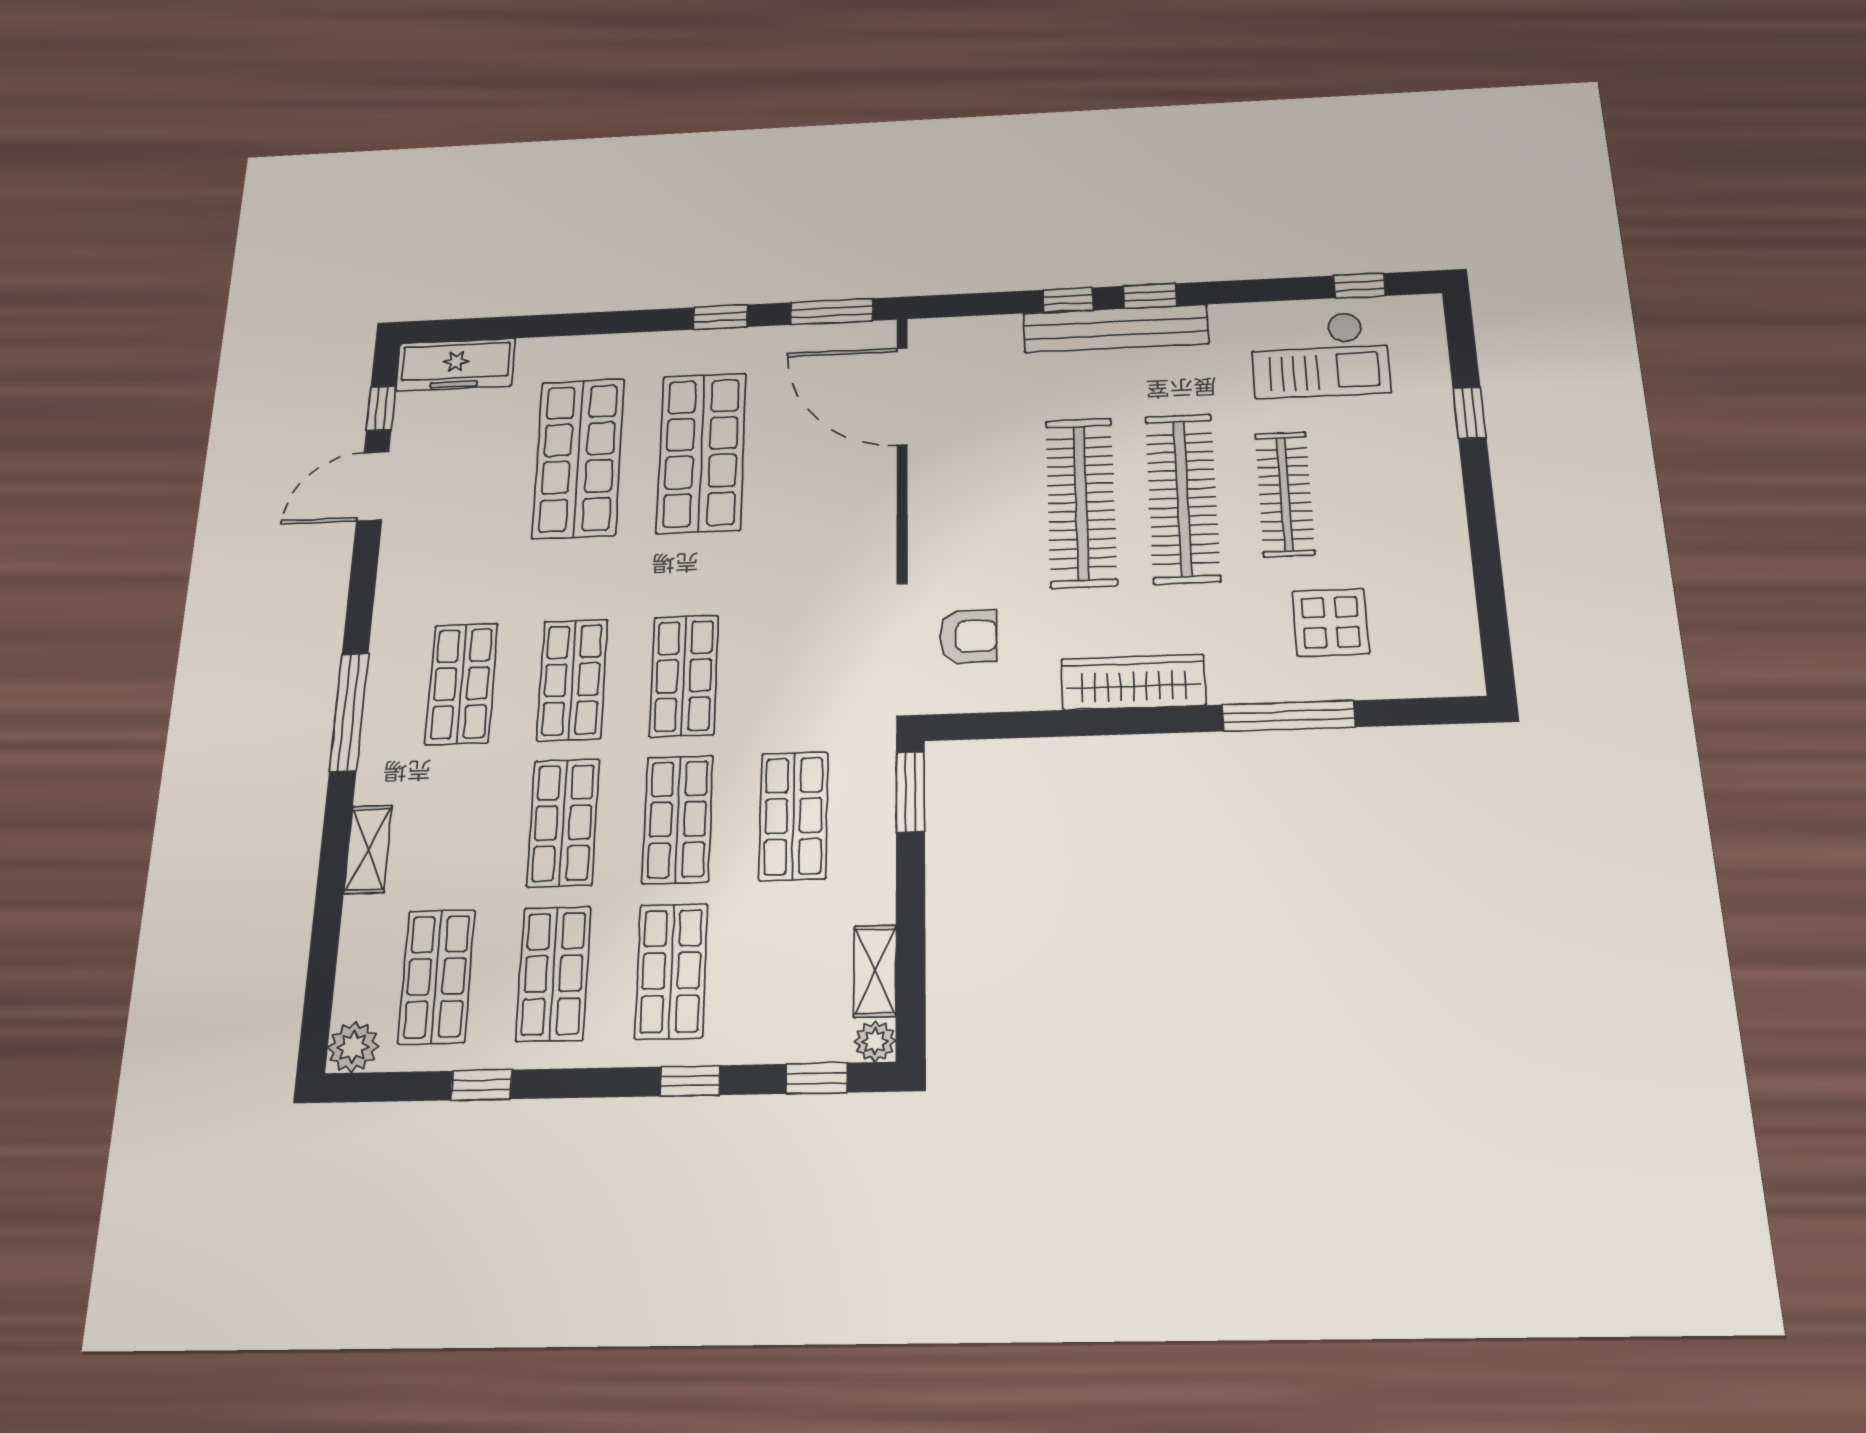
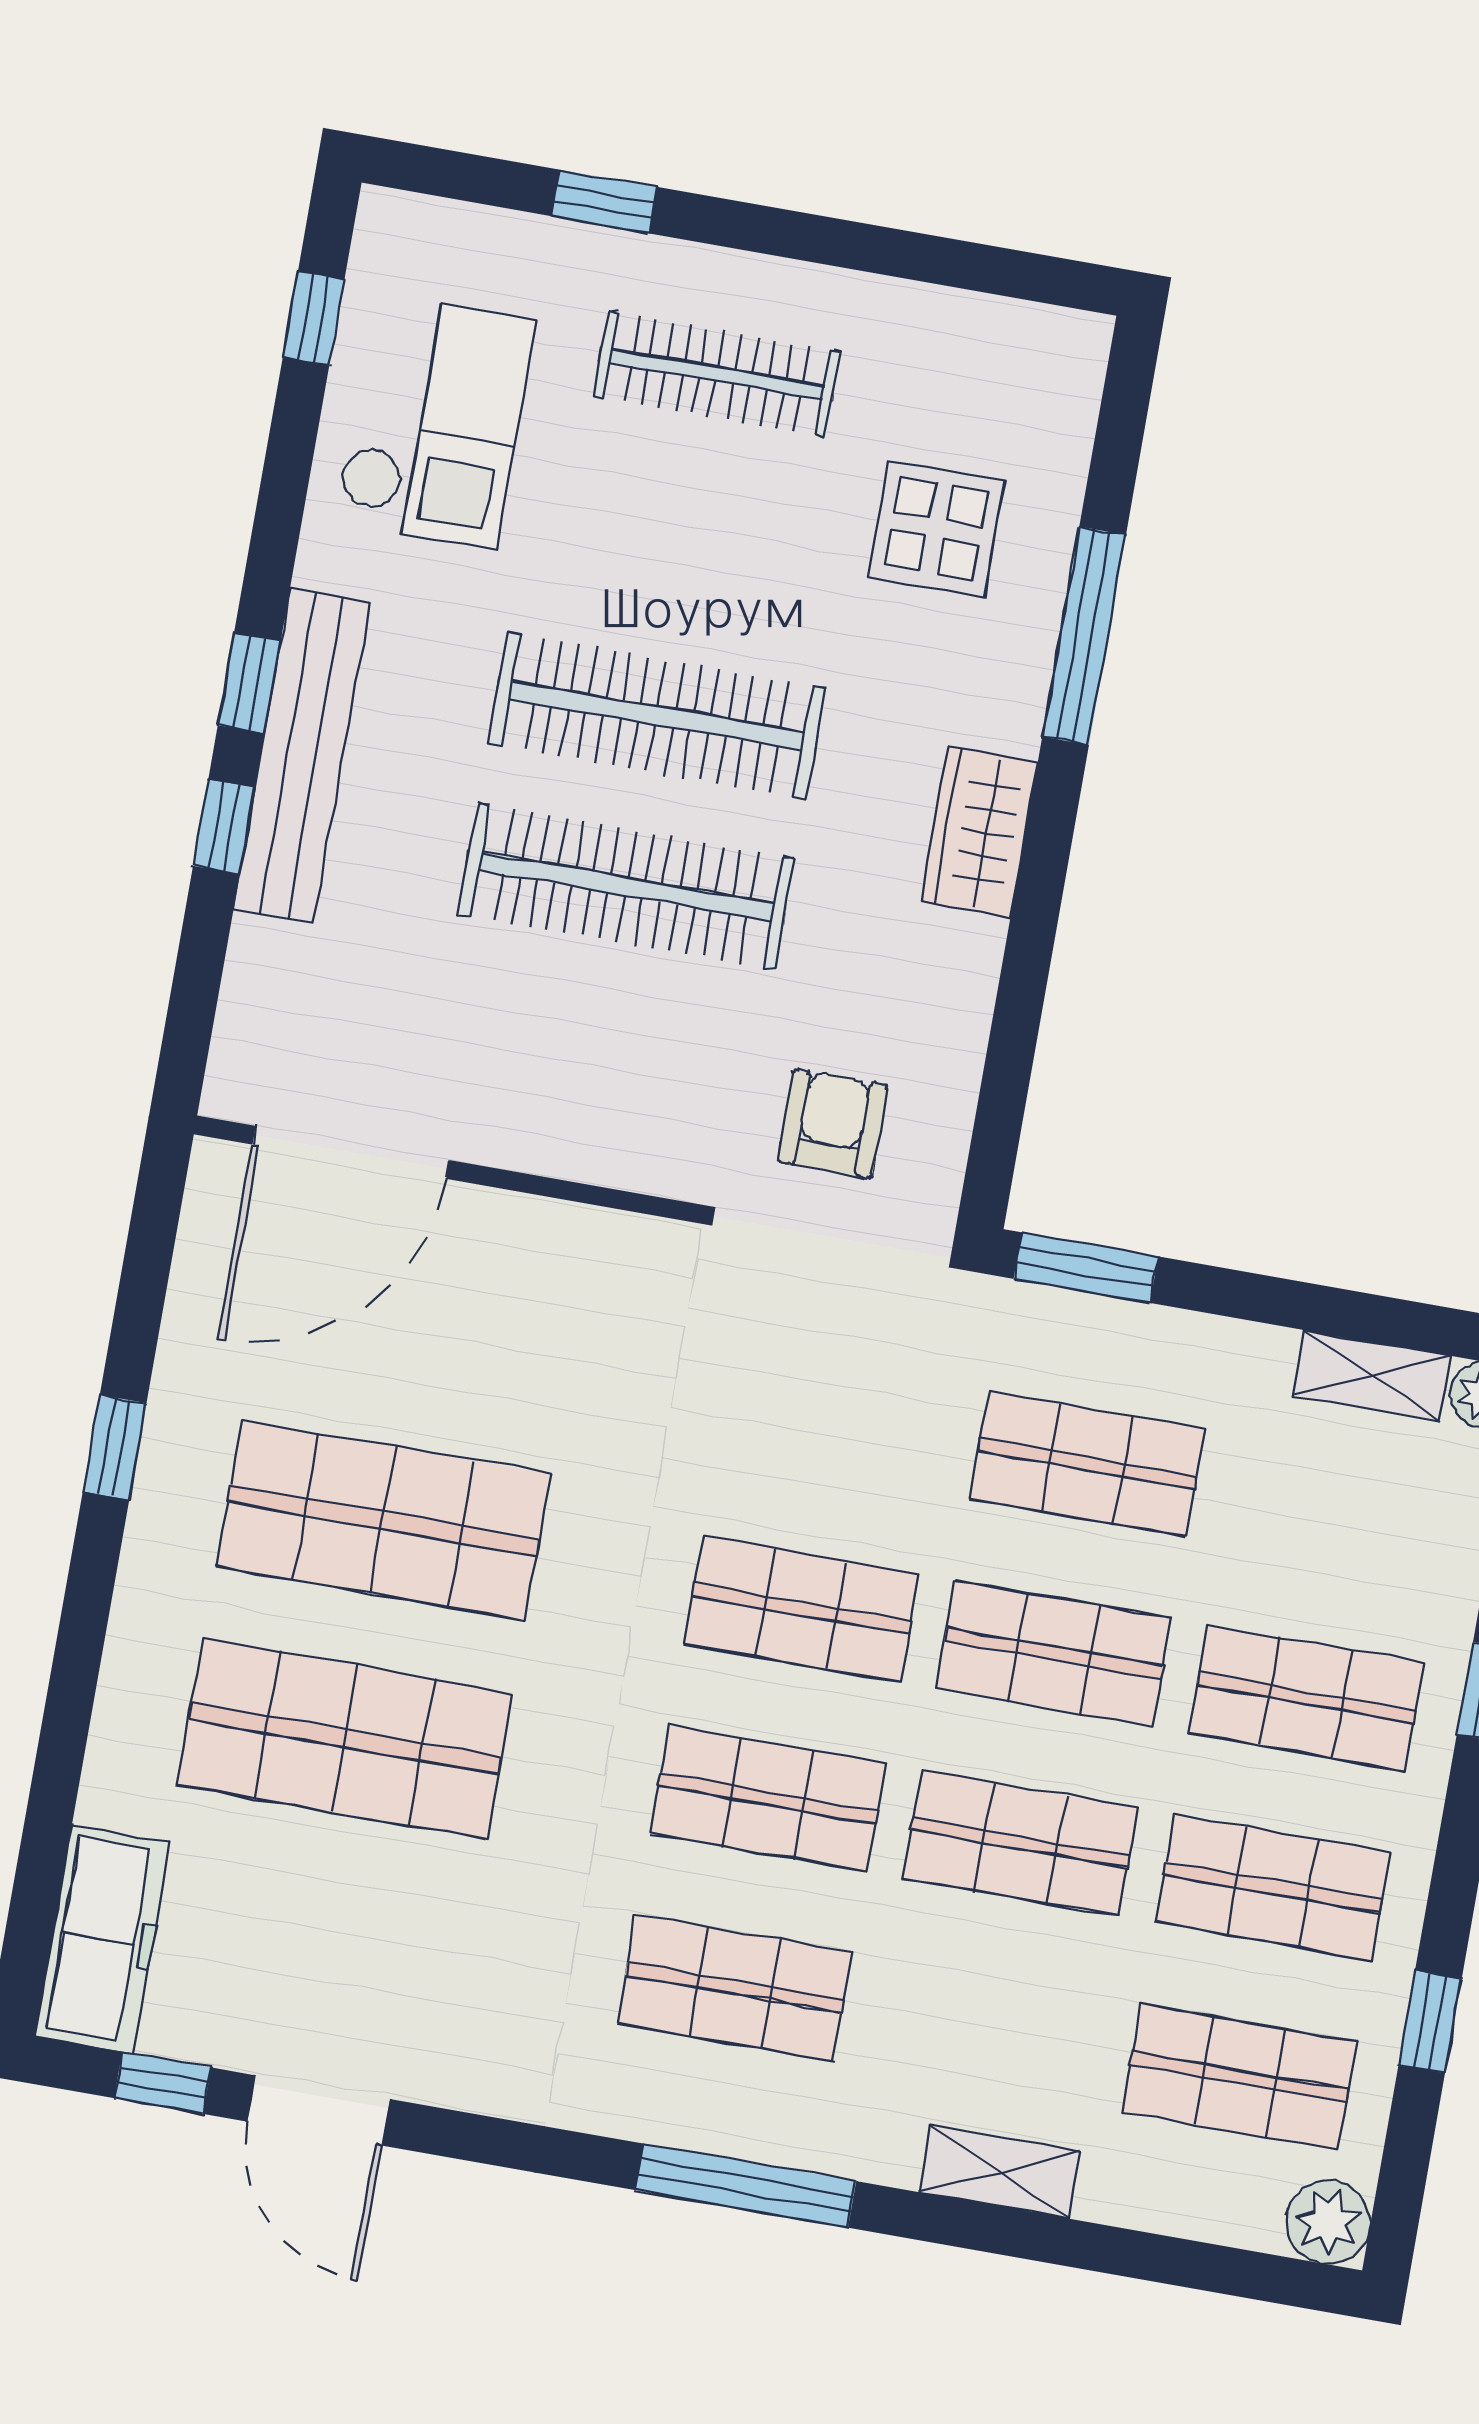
window: (832, 312) -> (150, 1247), removed
clothes rail: (1285, 494) -> (717, 374), moved
wardrobe: (1133, 682) -> (979, 832), width x0.67

